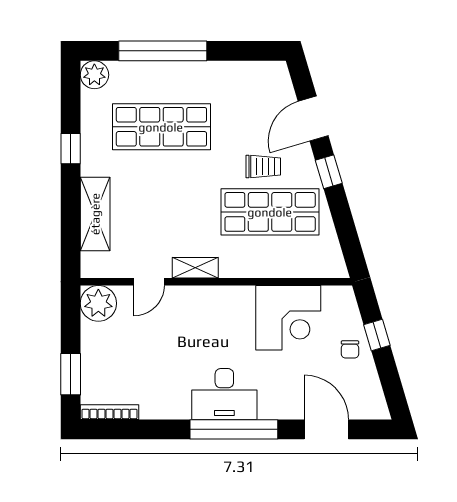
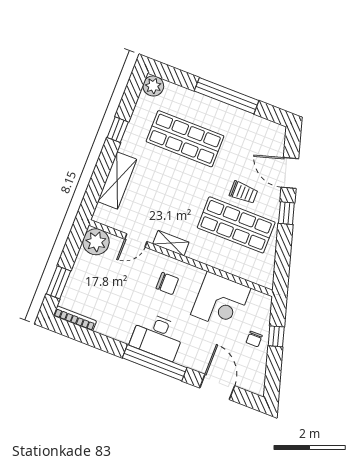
window: (163, 51) -> (227, 96), moved
door: (313, 119) -> (290, 173), hinge flipped
chair: (211, 321) -> (167, 283), added

